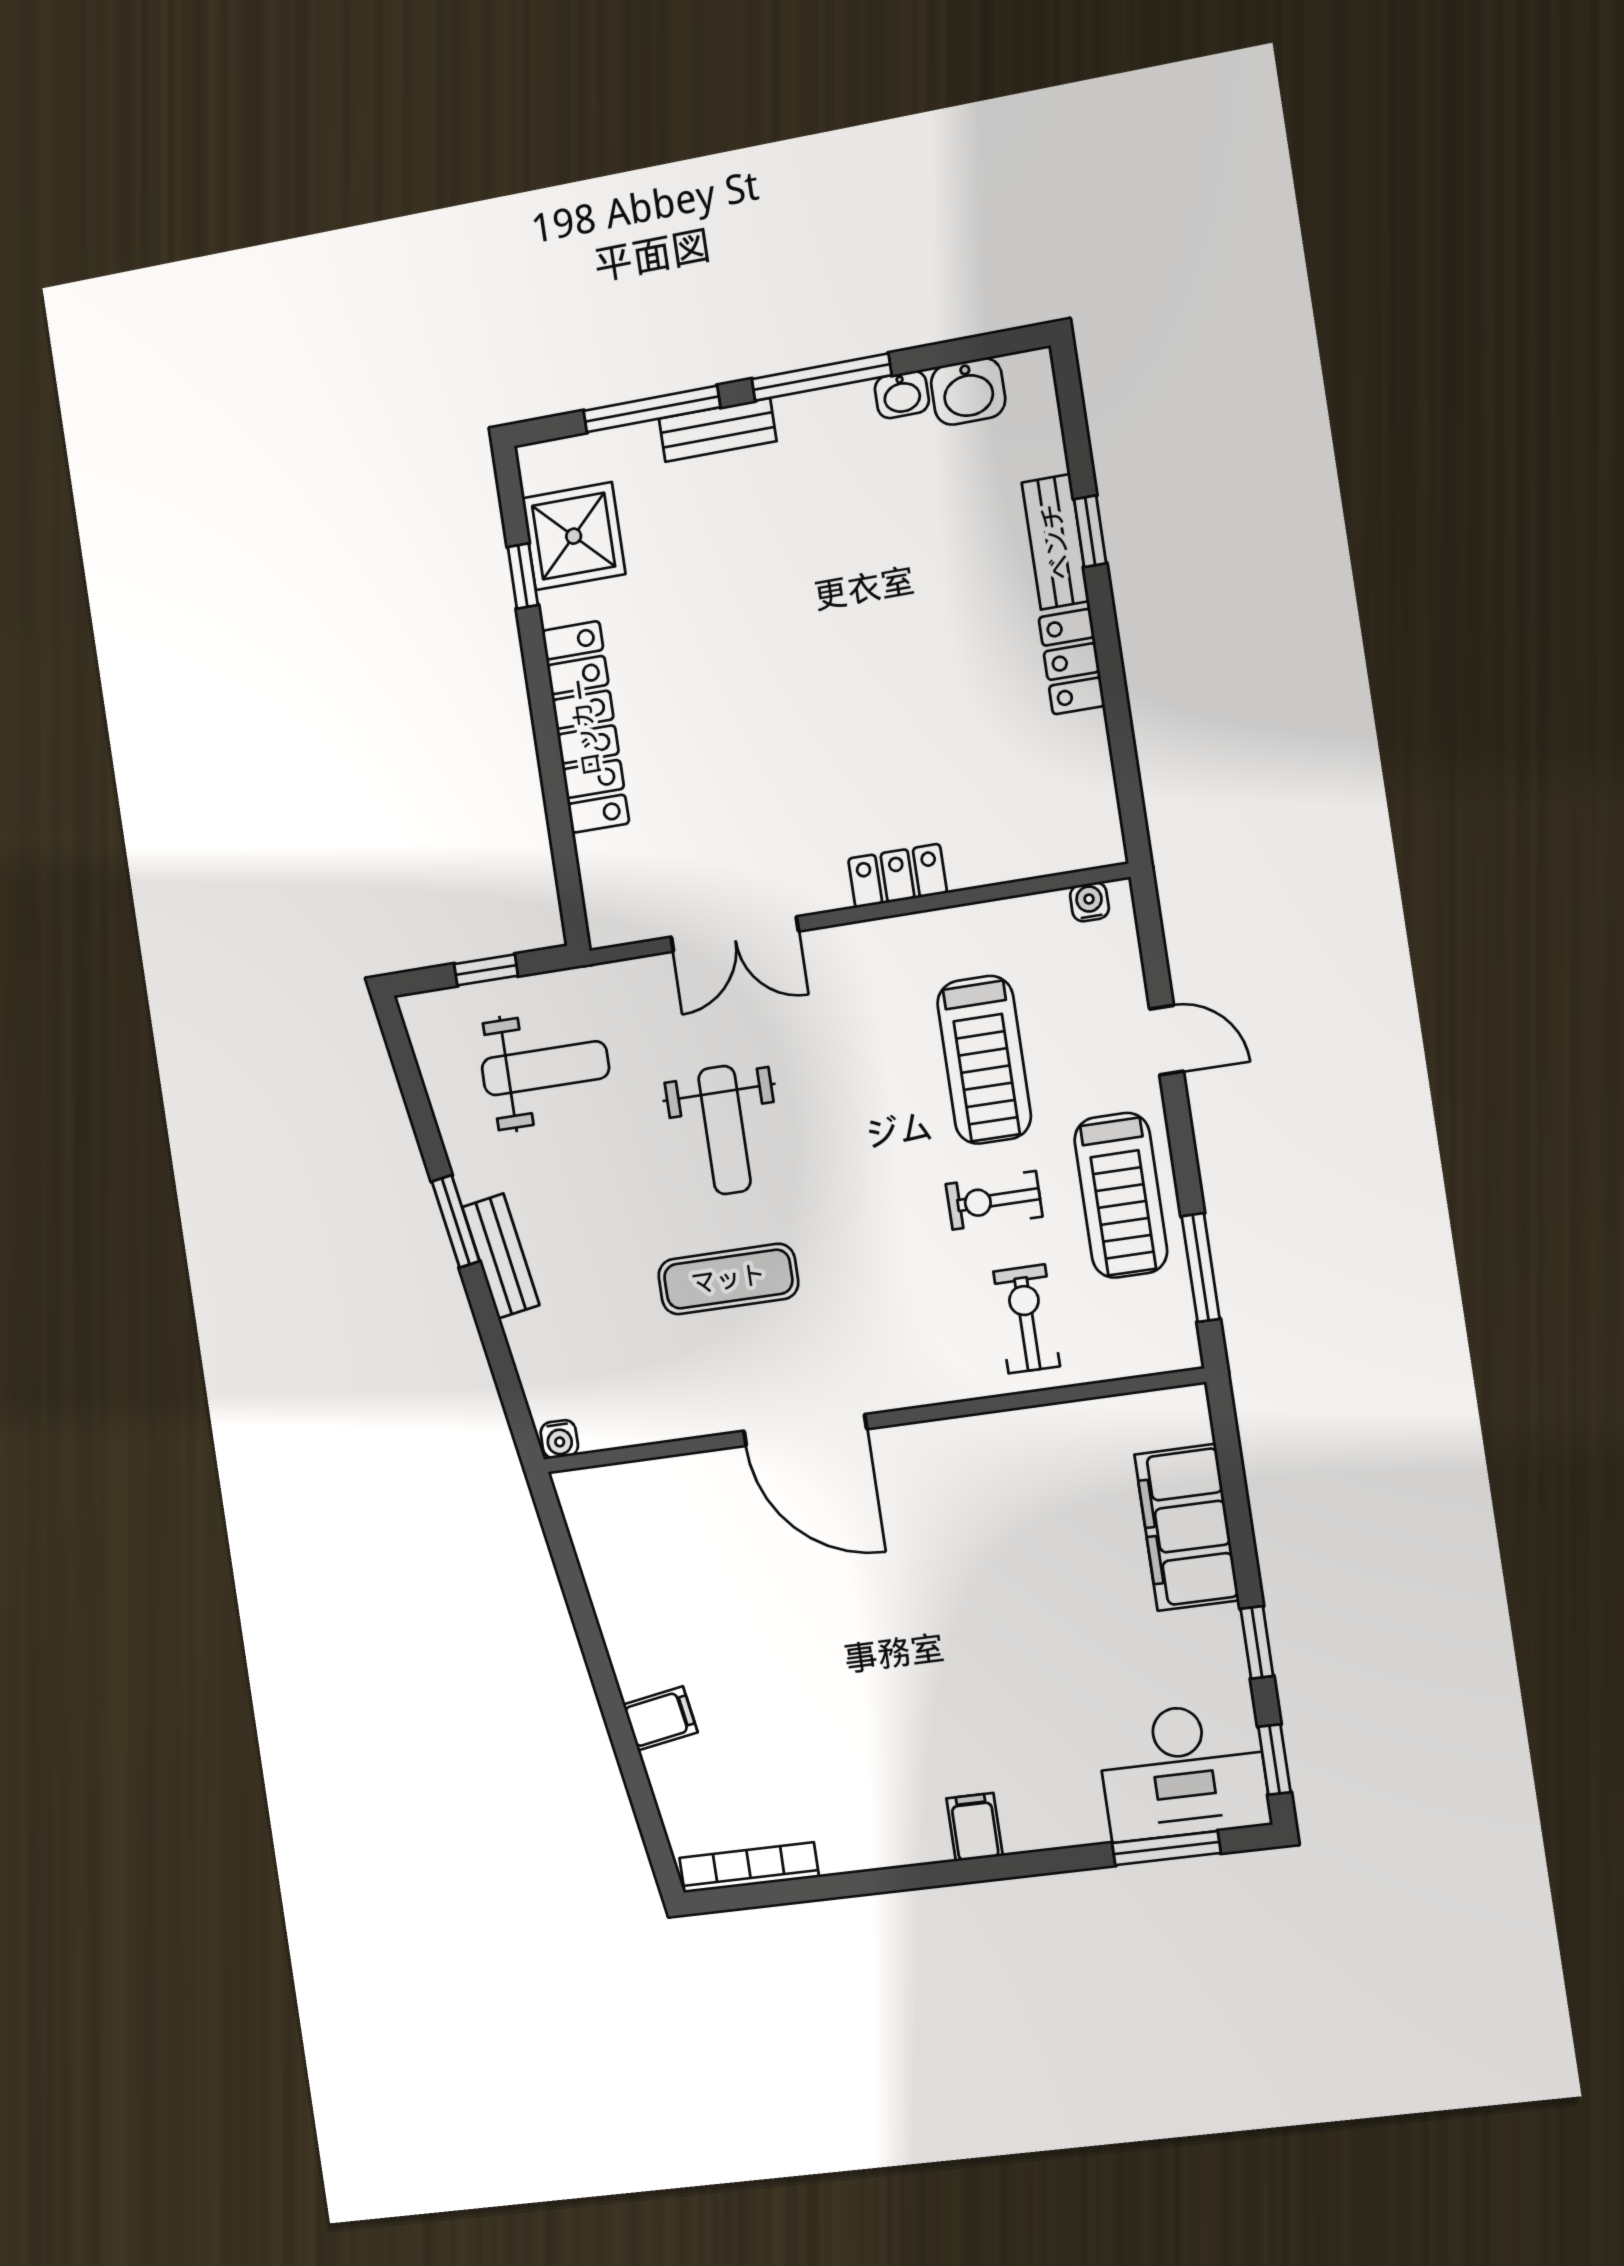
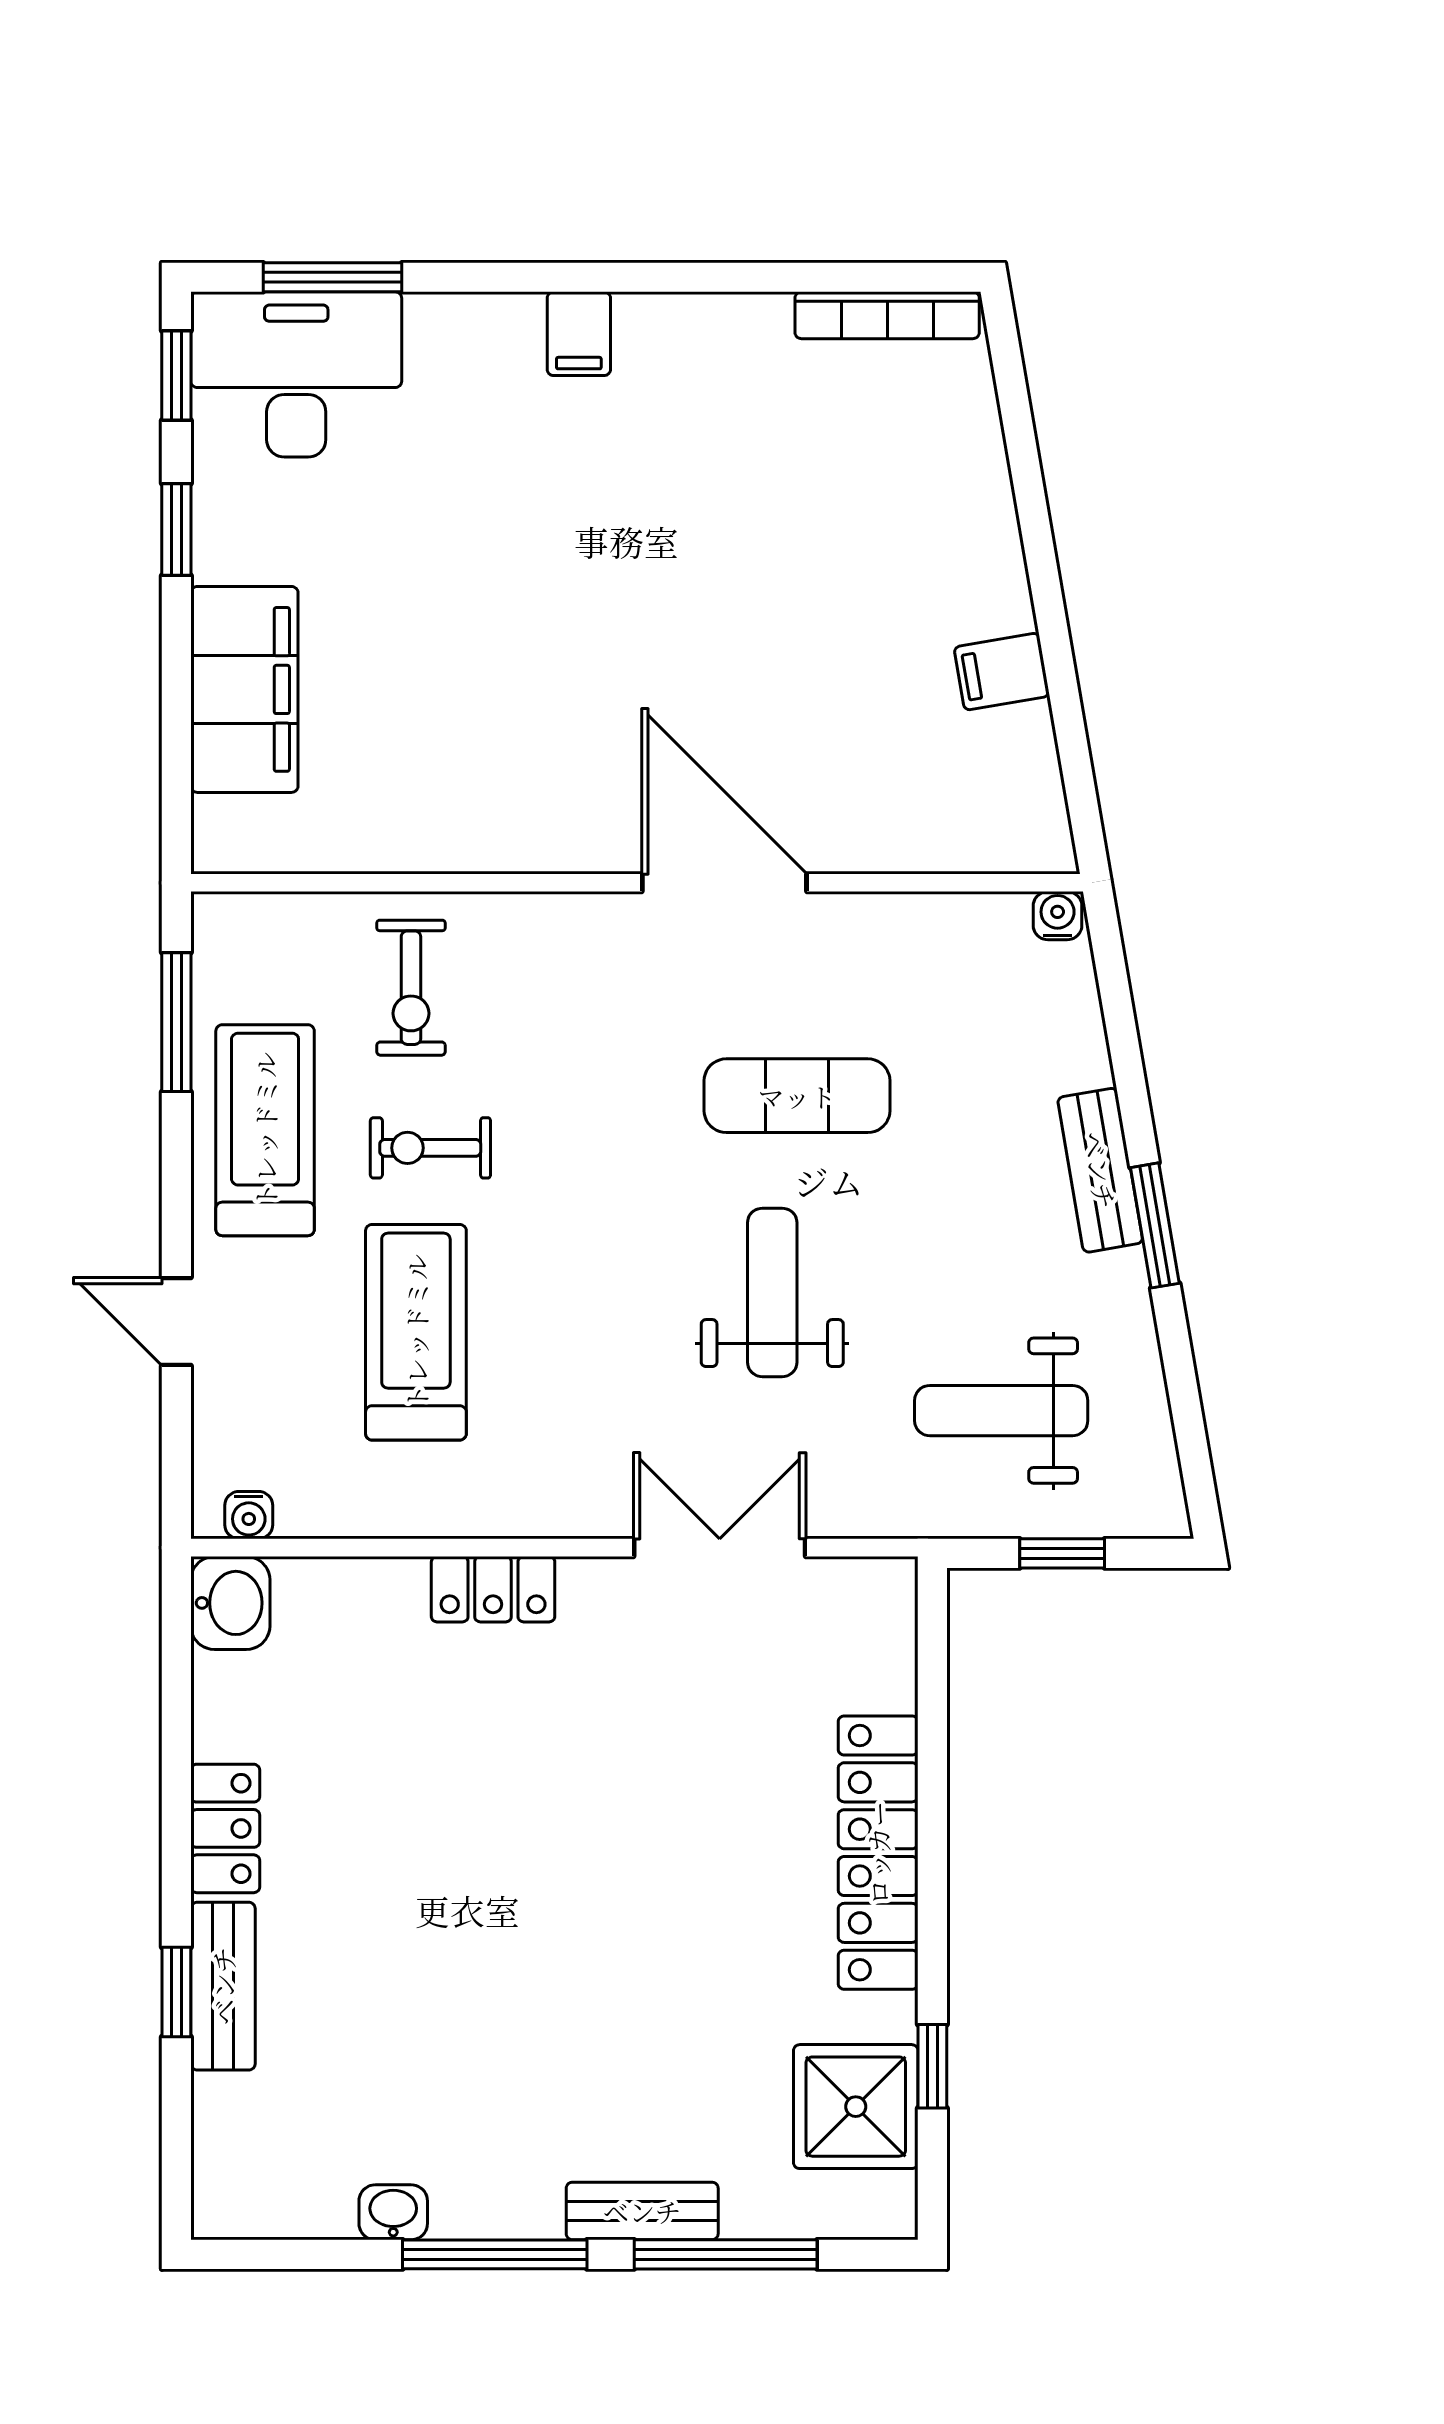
washbasin: (968, 391) -> (230, 1603), moved, turned 90
exercise bike: (994, 1200) -> (430, 1148), turned 180
filing cabinet: (660, 1718) -> (1002, 672), moved

